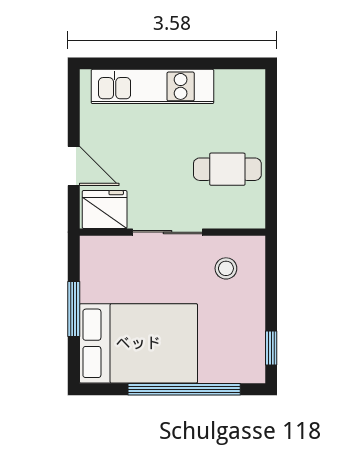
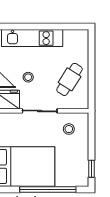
stool: (145, 165) -> (28, 77), added
cafe table: (227, 169) -> (70, 79), turned -58

